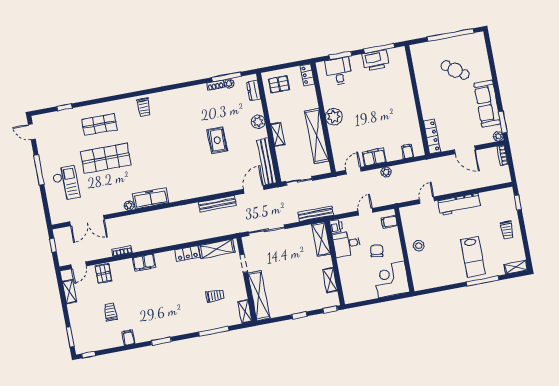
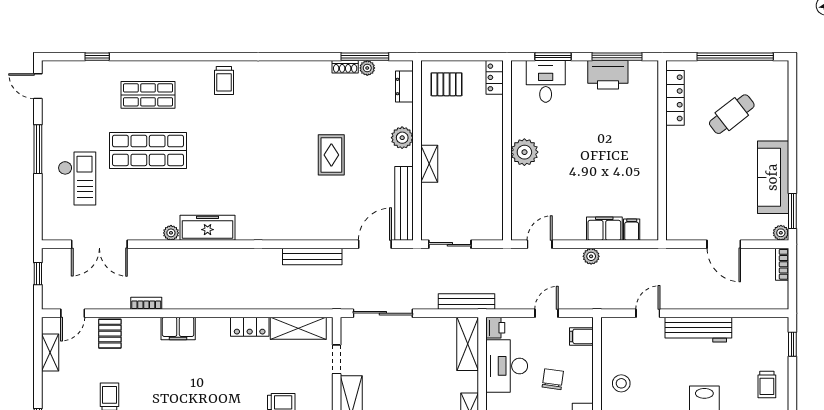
cafe table: (455, 70) -> (732, 114), turned -74
shelving: (317, 136) -> (491, 178), removed
locker: (432, 136) -> (675, 98), moved
filing cabinet: (374, 157) -> (604, 229), moved
desk: (347, 244) -> (507, 366), width x1.37

